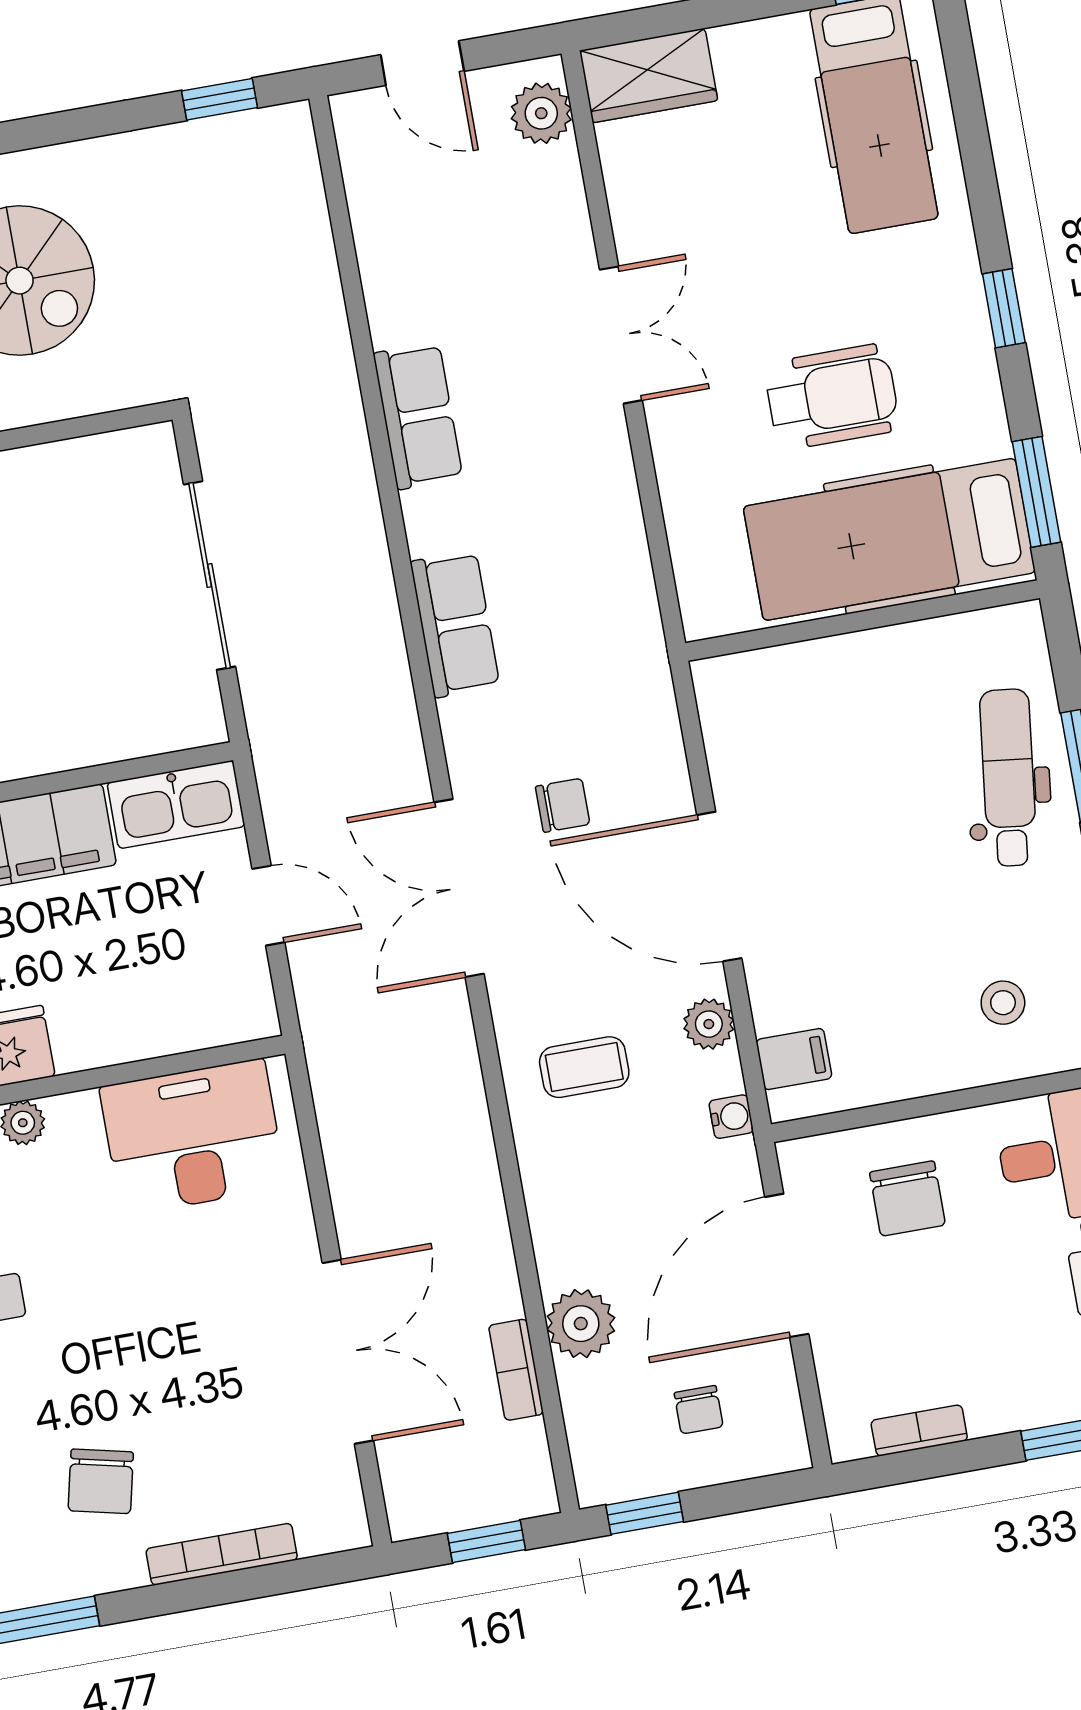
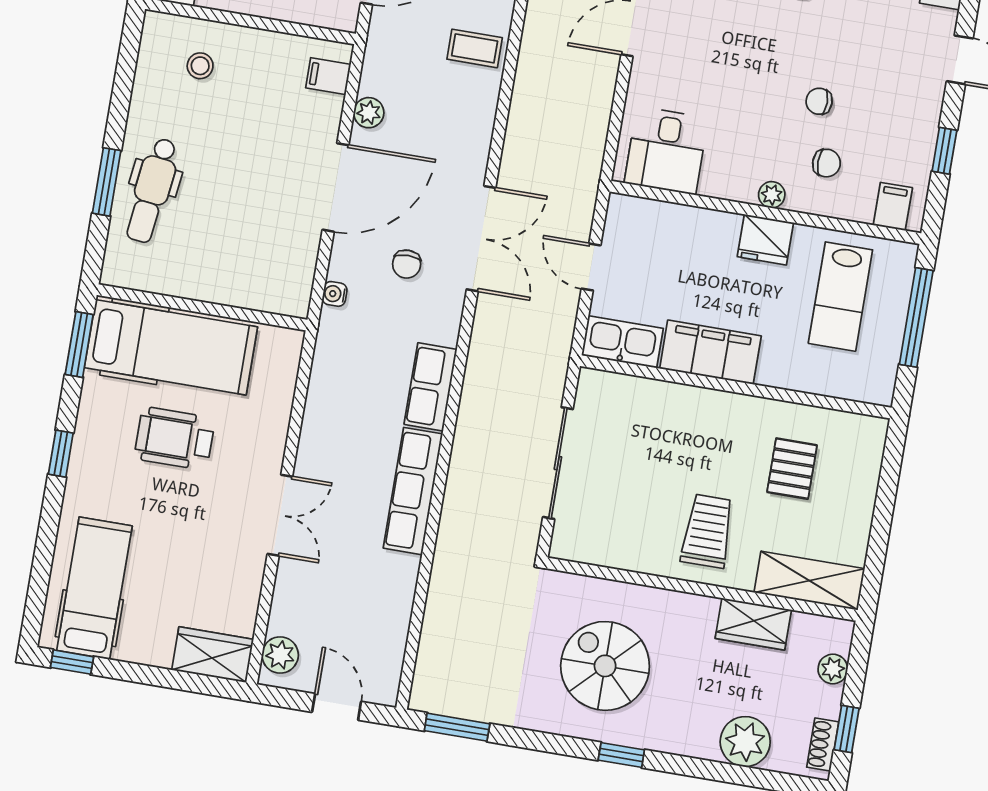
window: (220, 99) -> (457, 727), width x1.50
double door: (621, 335) -> (280, 515), swing flipped
row of seats: (418, 416) -> (413, 491), width x1.48
chair: (563, 805) -> (407, 264), turned -90
door: (719, 887) -> (335, 187), hinge flipped
coffee table: (584, 1067) -> (475, 48), moved
water cooler: (731, 1117) -> (335, 294), moved
desk: (193, 1137) -> (666, 150), width x0.73

